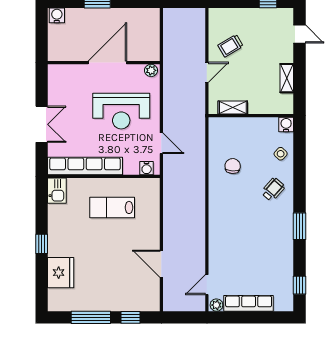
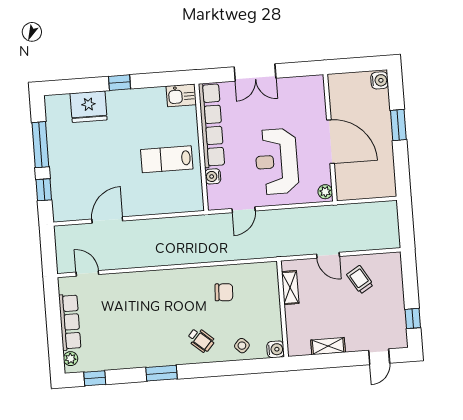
water cooler: (147, 168) -> (213, 176), moved
lab bench: (112, 207) -> (167, 159), turned -90
plant: (216, 305) -> (71, 359), moved

